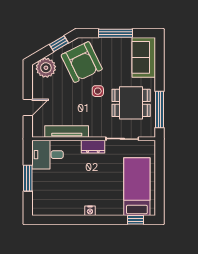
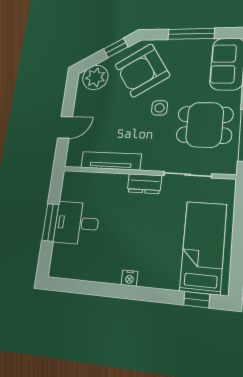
armchair: (82, 62) -> (142, 70), turned 83
desk: (47, 155) -> (77, 223), moved

